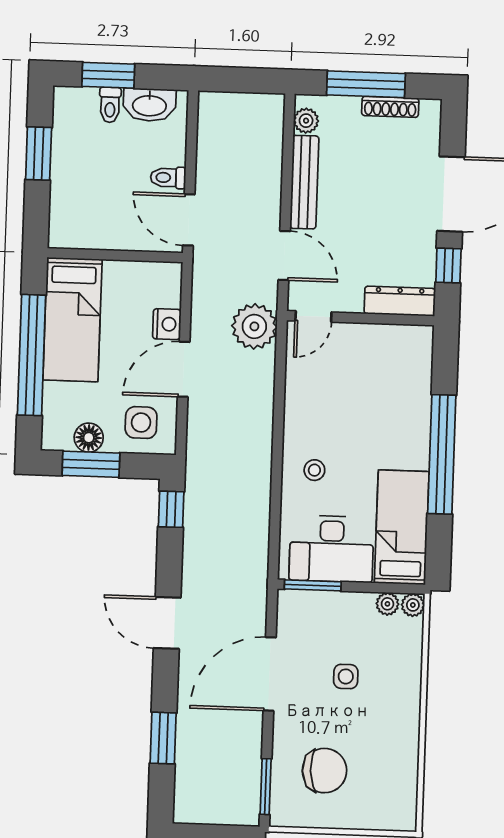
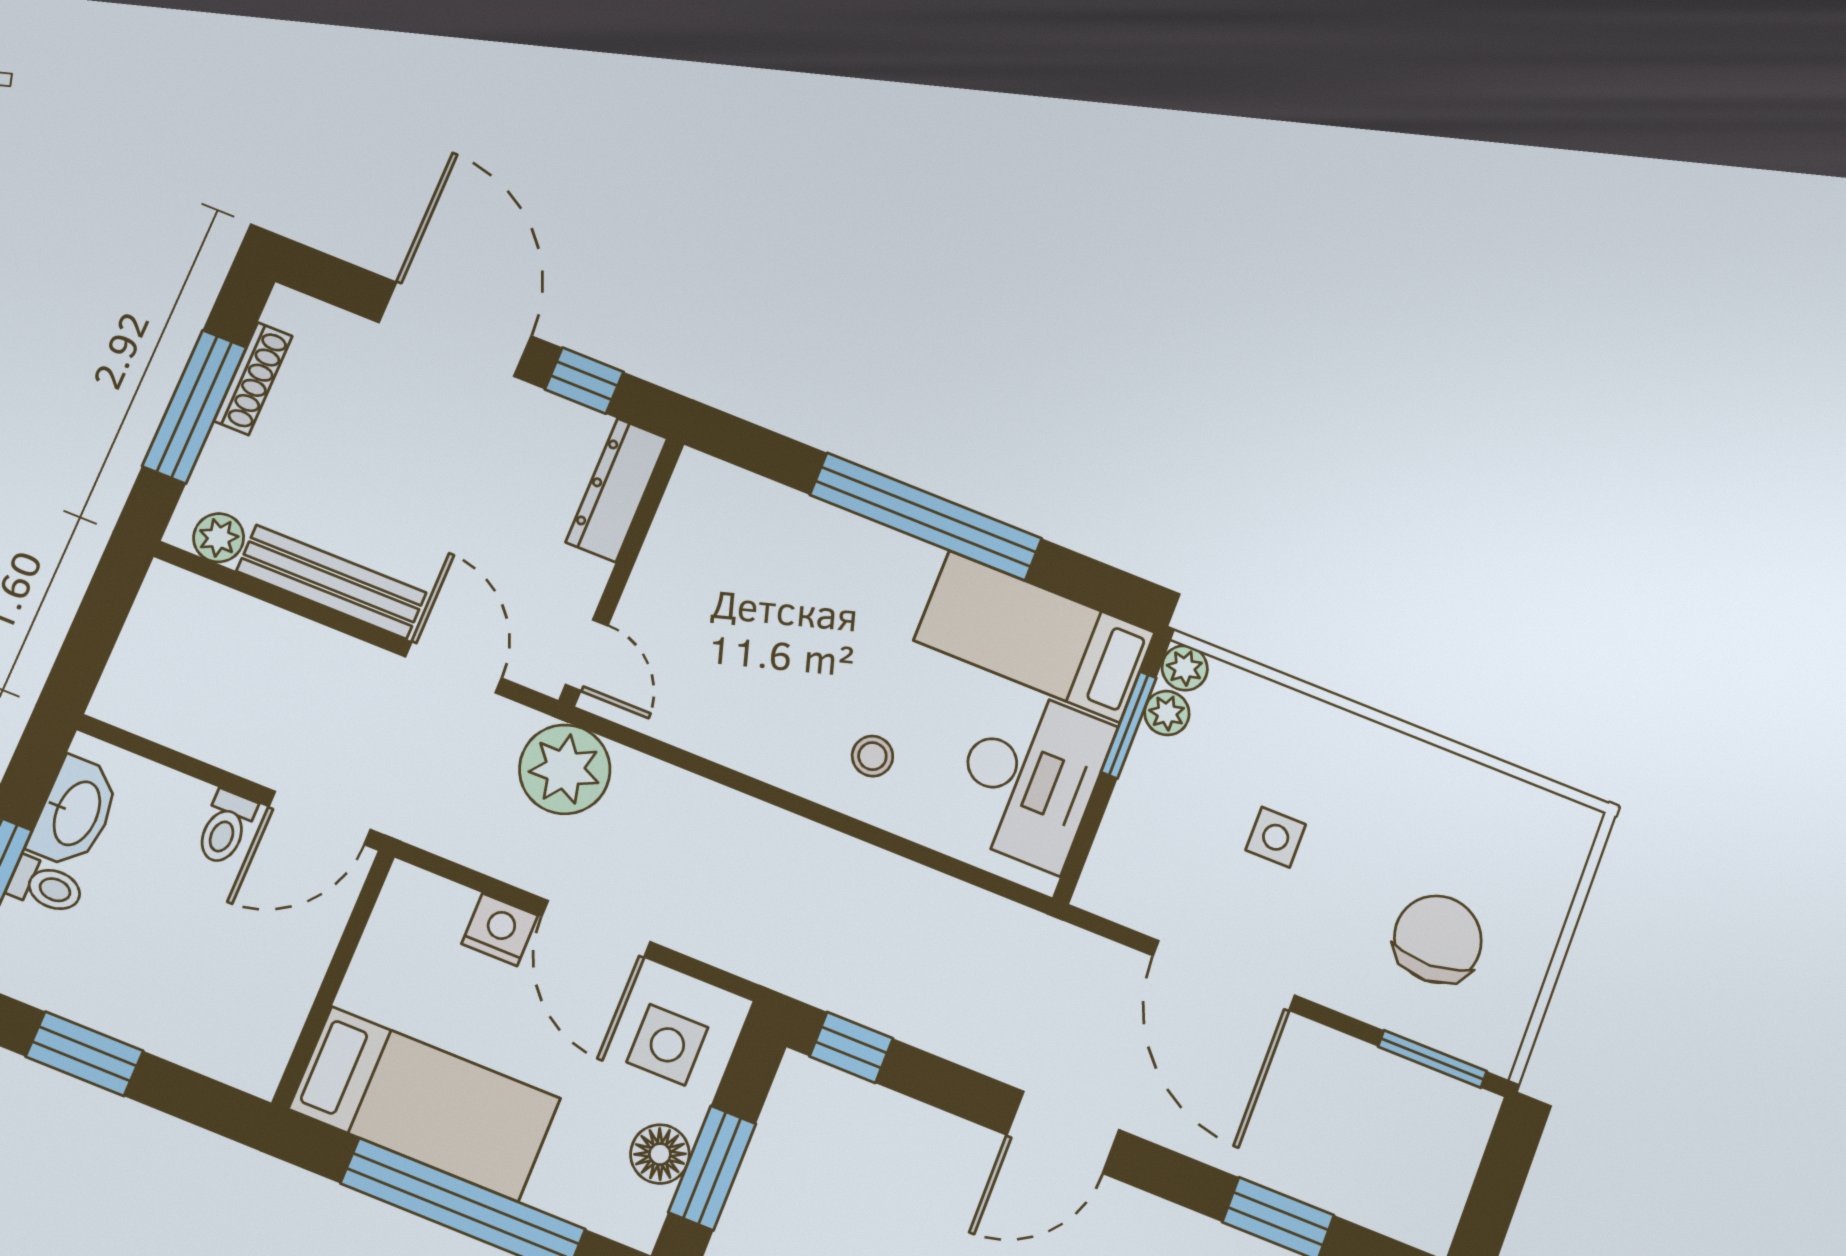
door: (284, 256) -> (453, 667), hinge flipped
window: (313, 585) -> (1129, 725), moved

